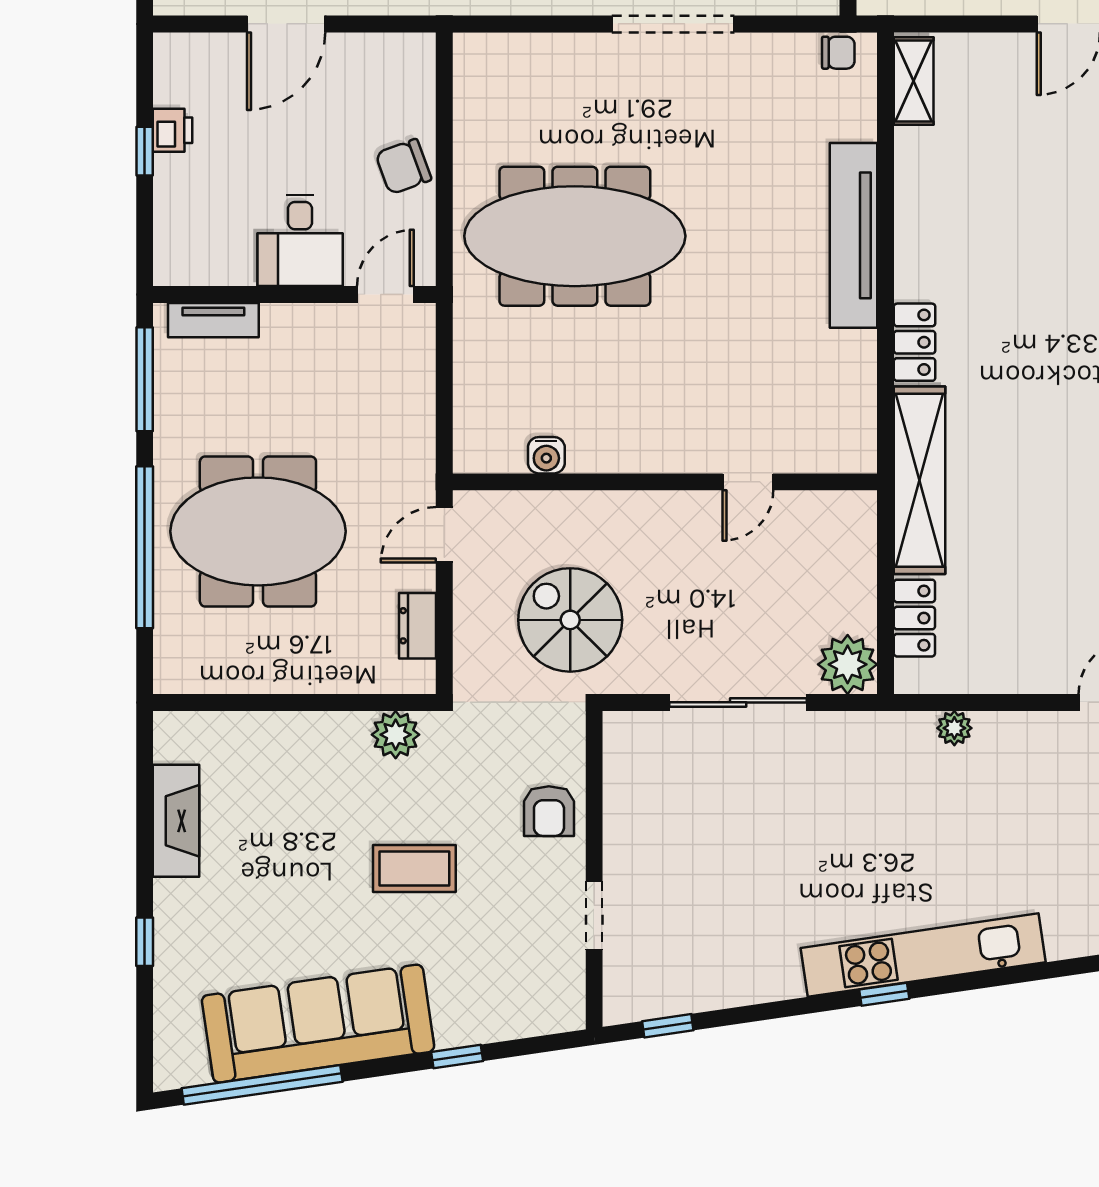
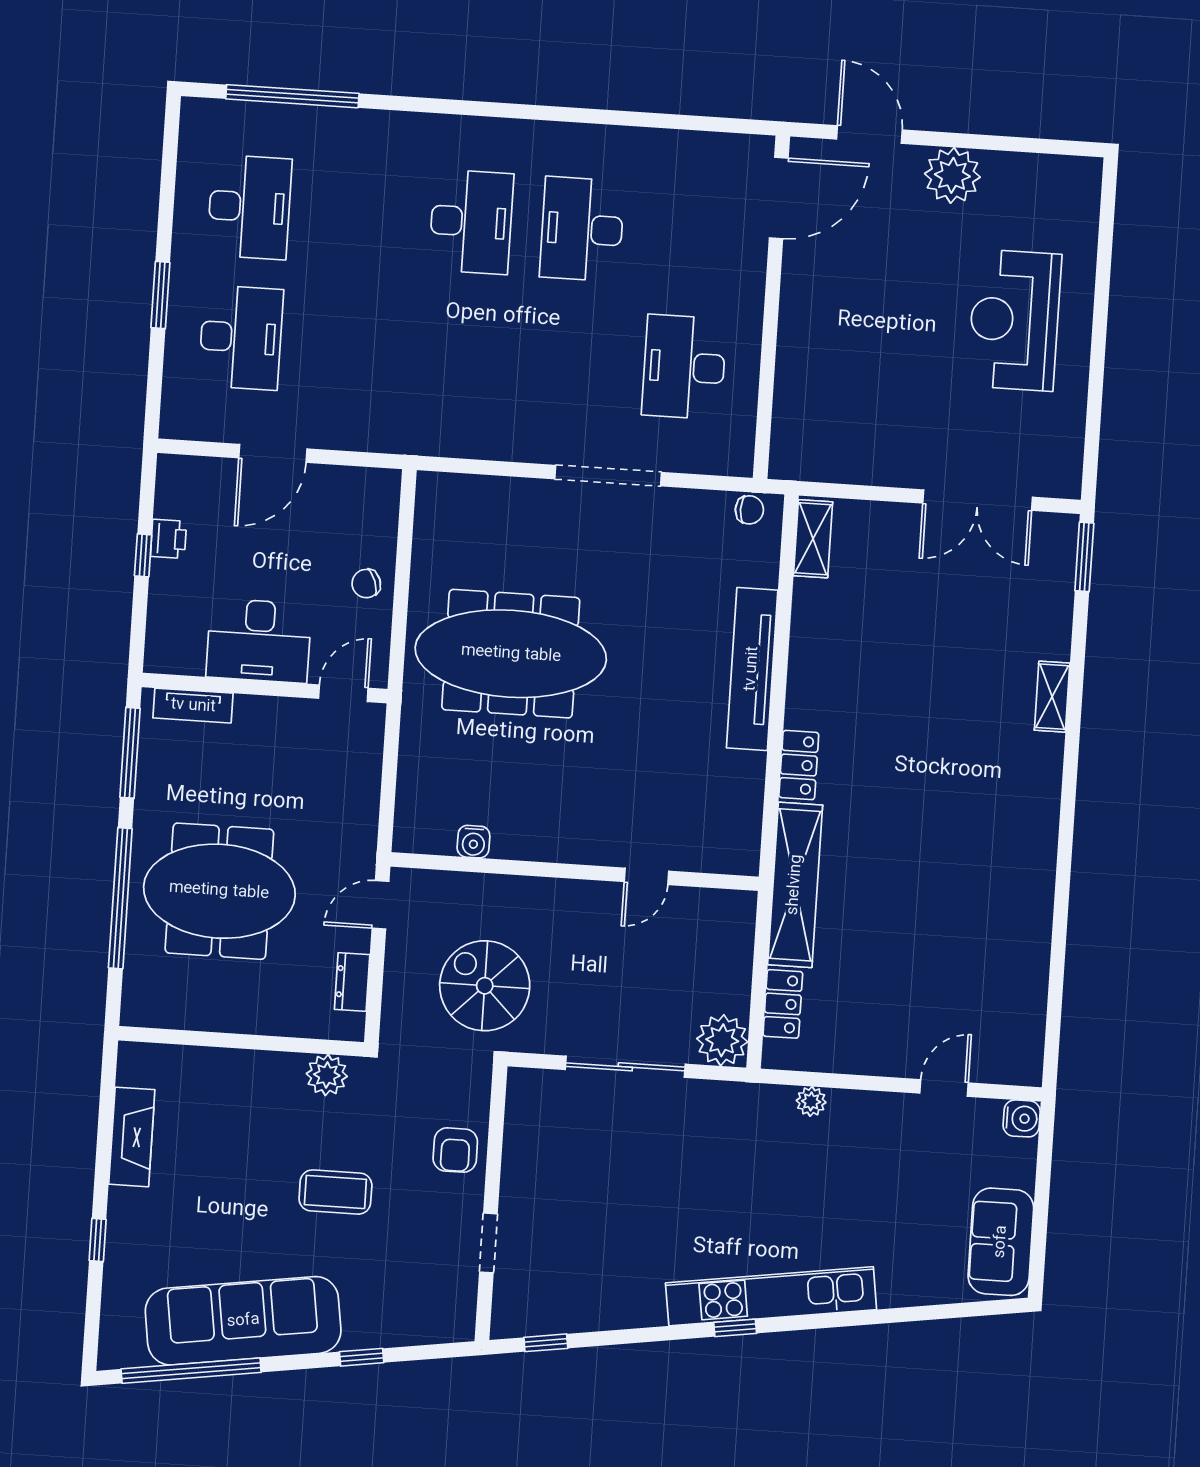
chair: (403, 167) -> (366, 584), width x0.73, depth x0.73
desk: (300, 240) -> (259, 641), width x1.37

